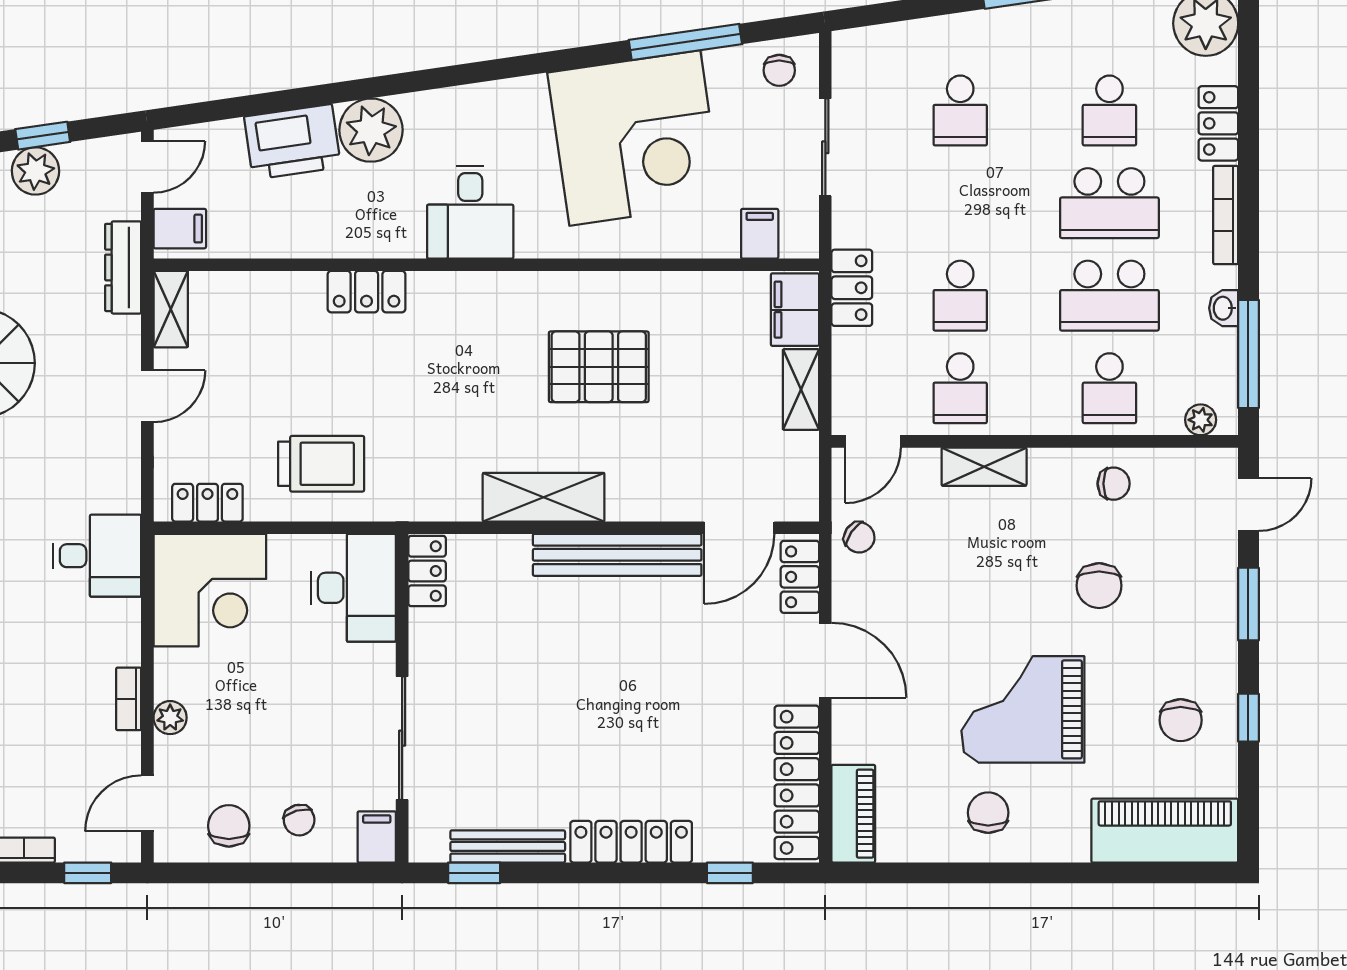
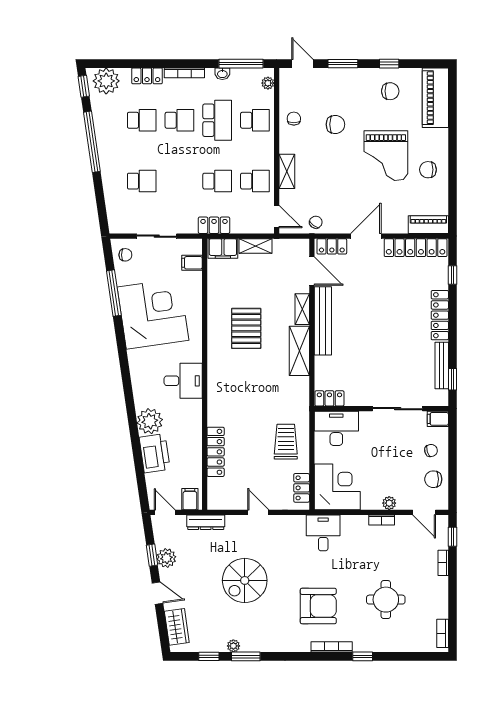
school desk: (1109, 203) -> (179, 120), width x0.54
locker: (367, 292) -> (216, 452), moved, width x1.53
shelving: (171, 309) -> (302, 309), moved, turned 90

